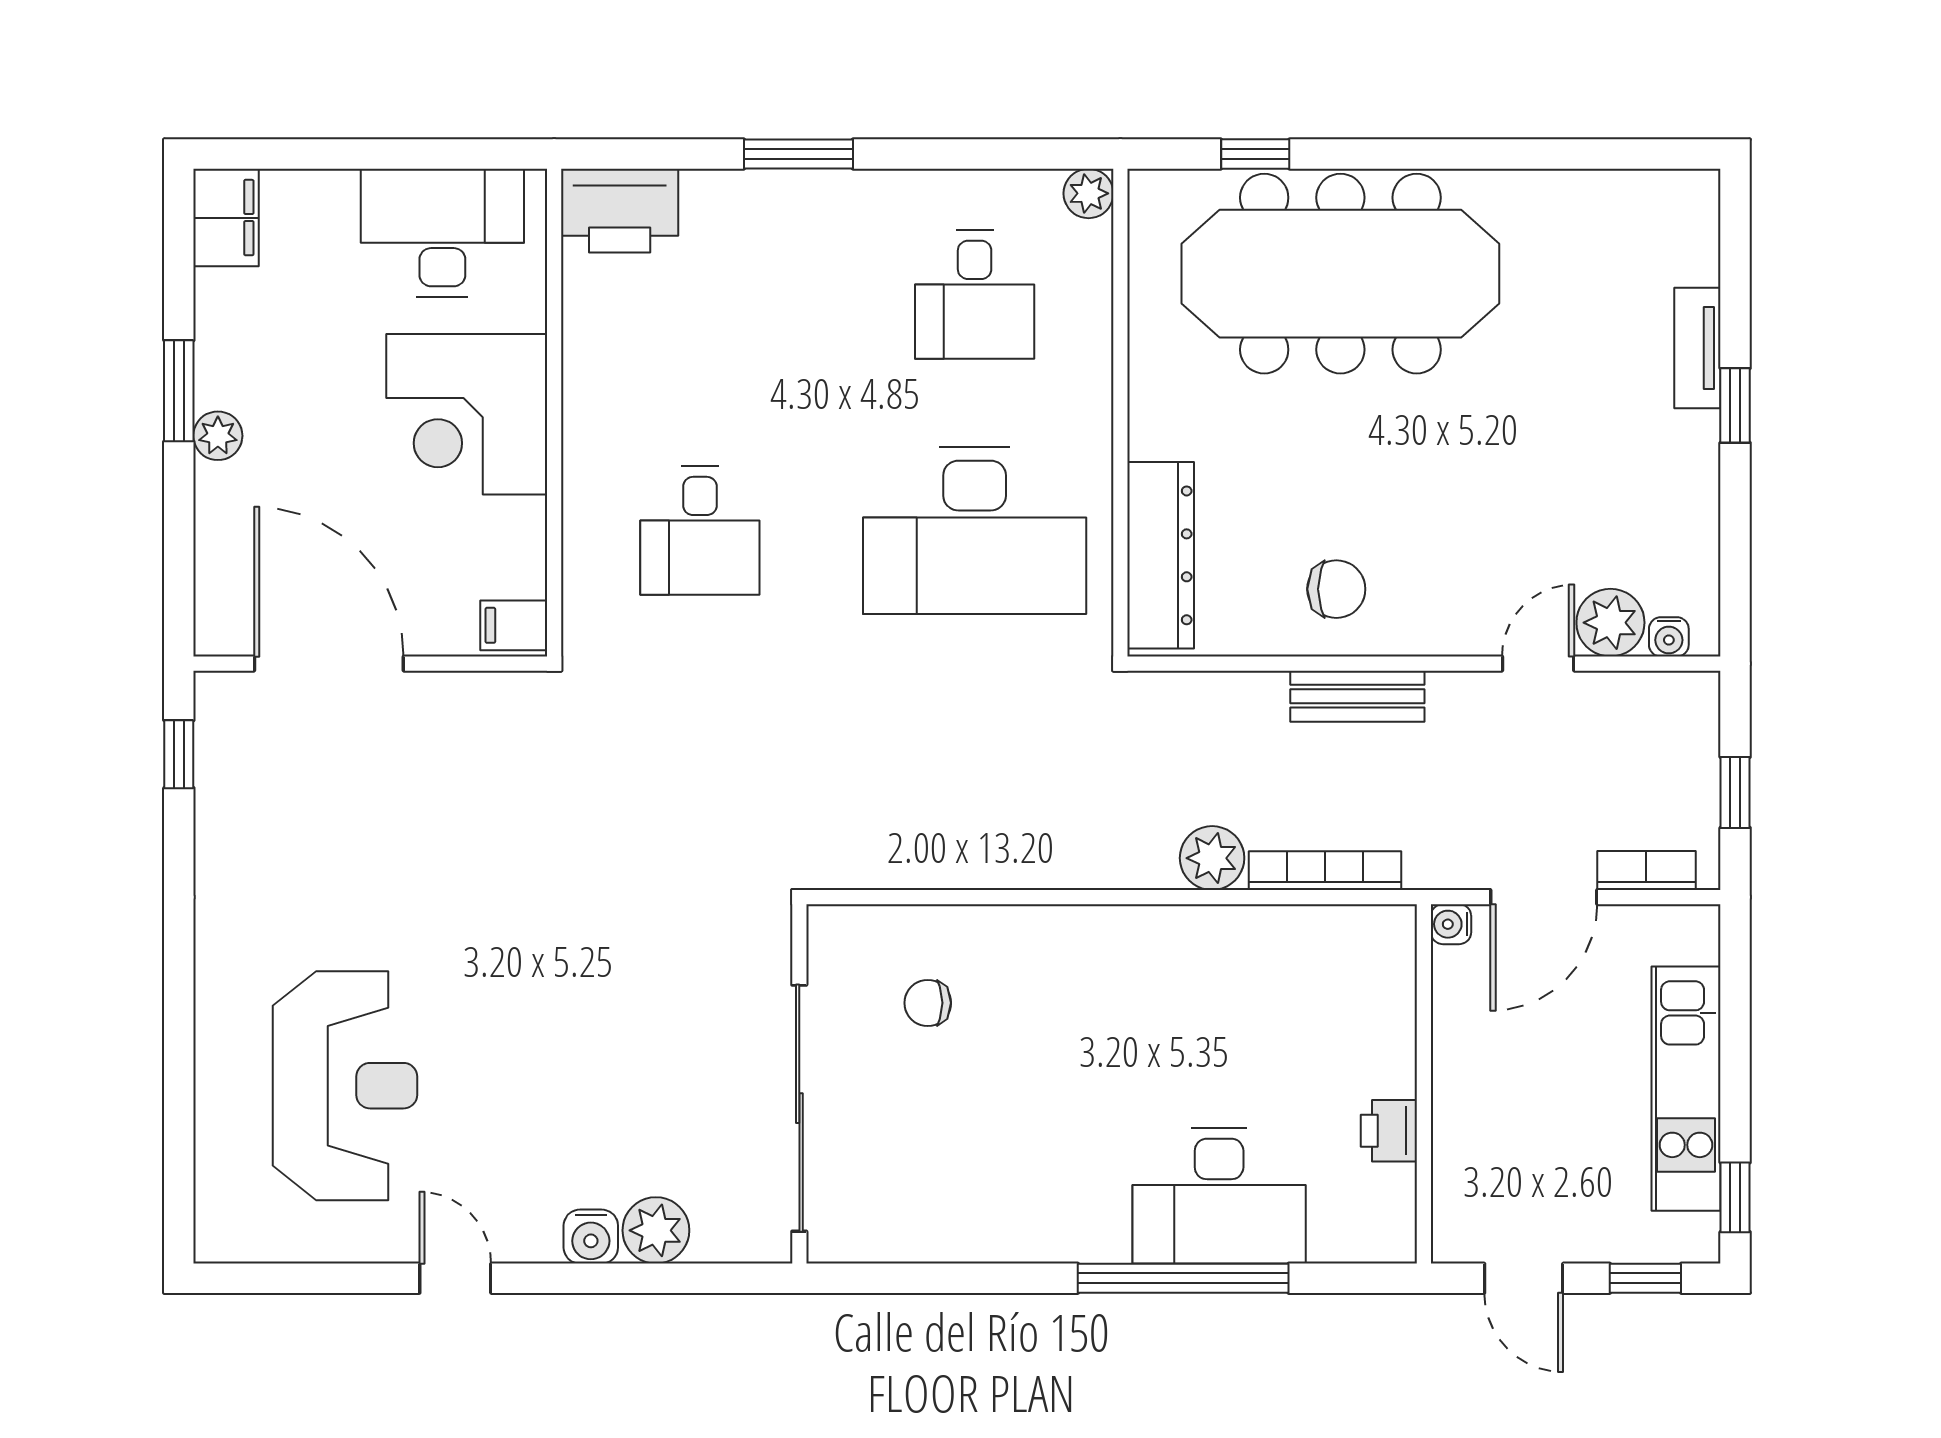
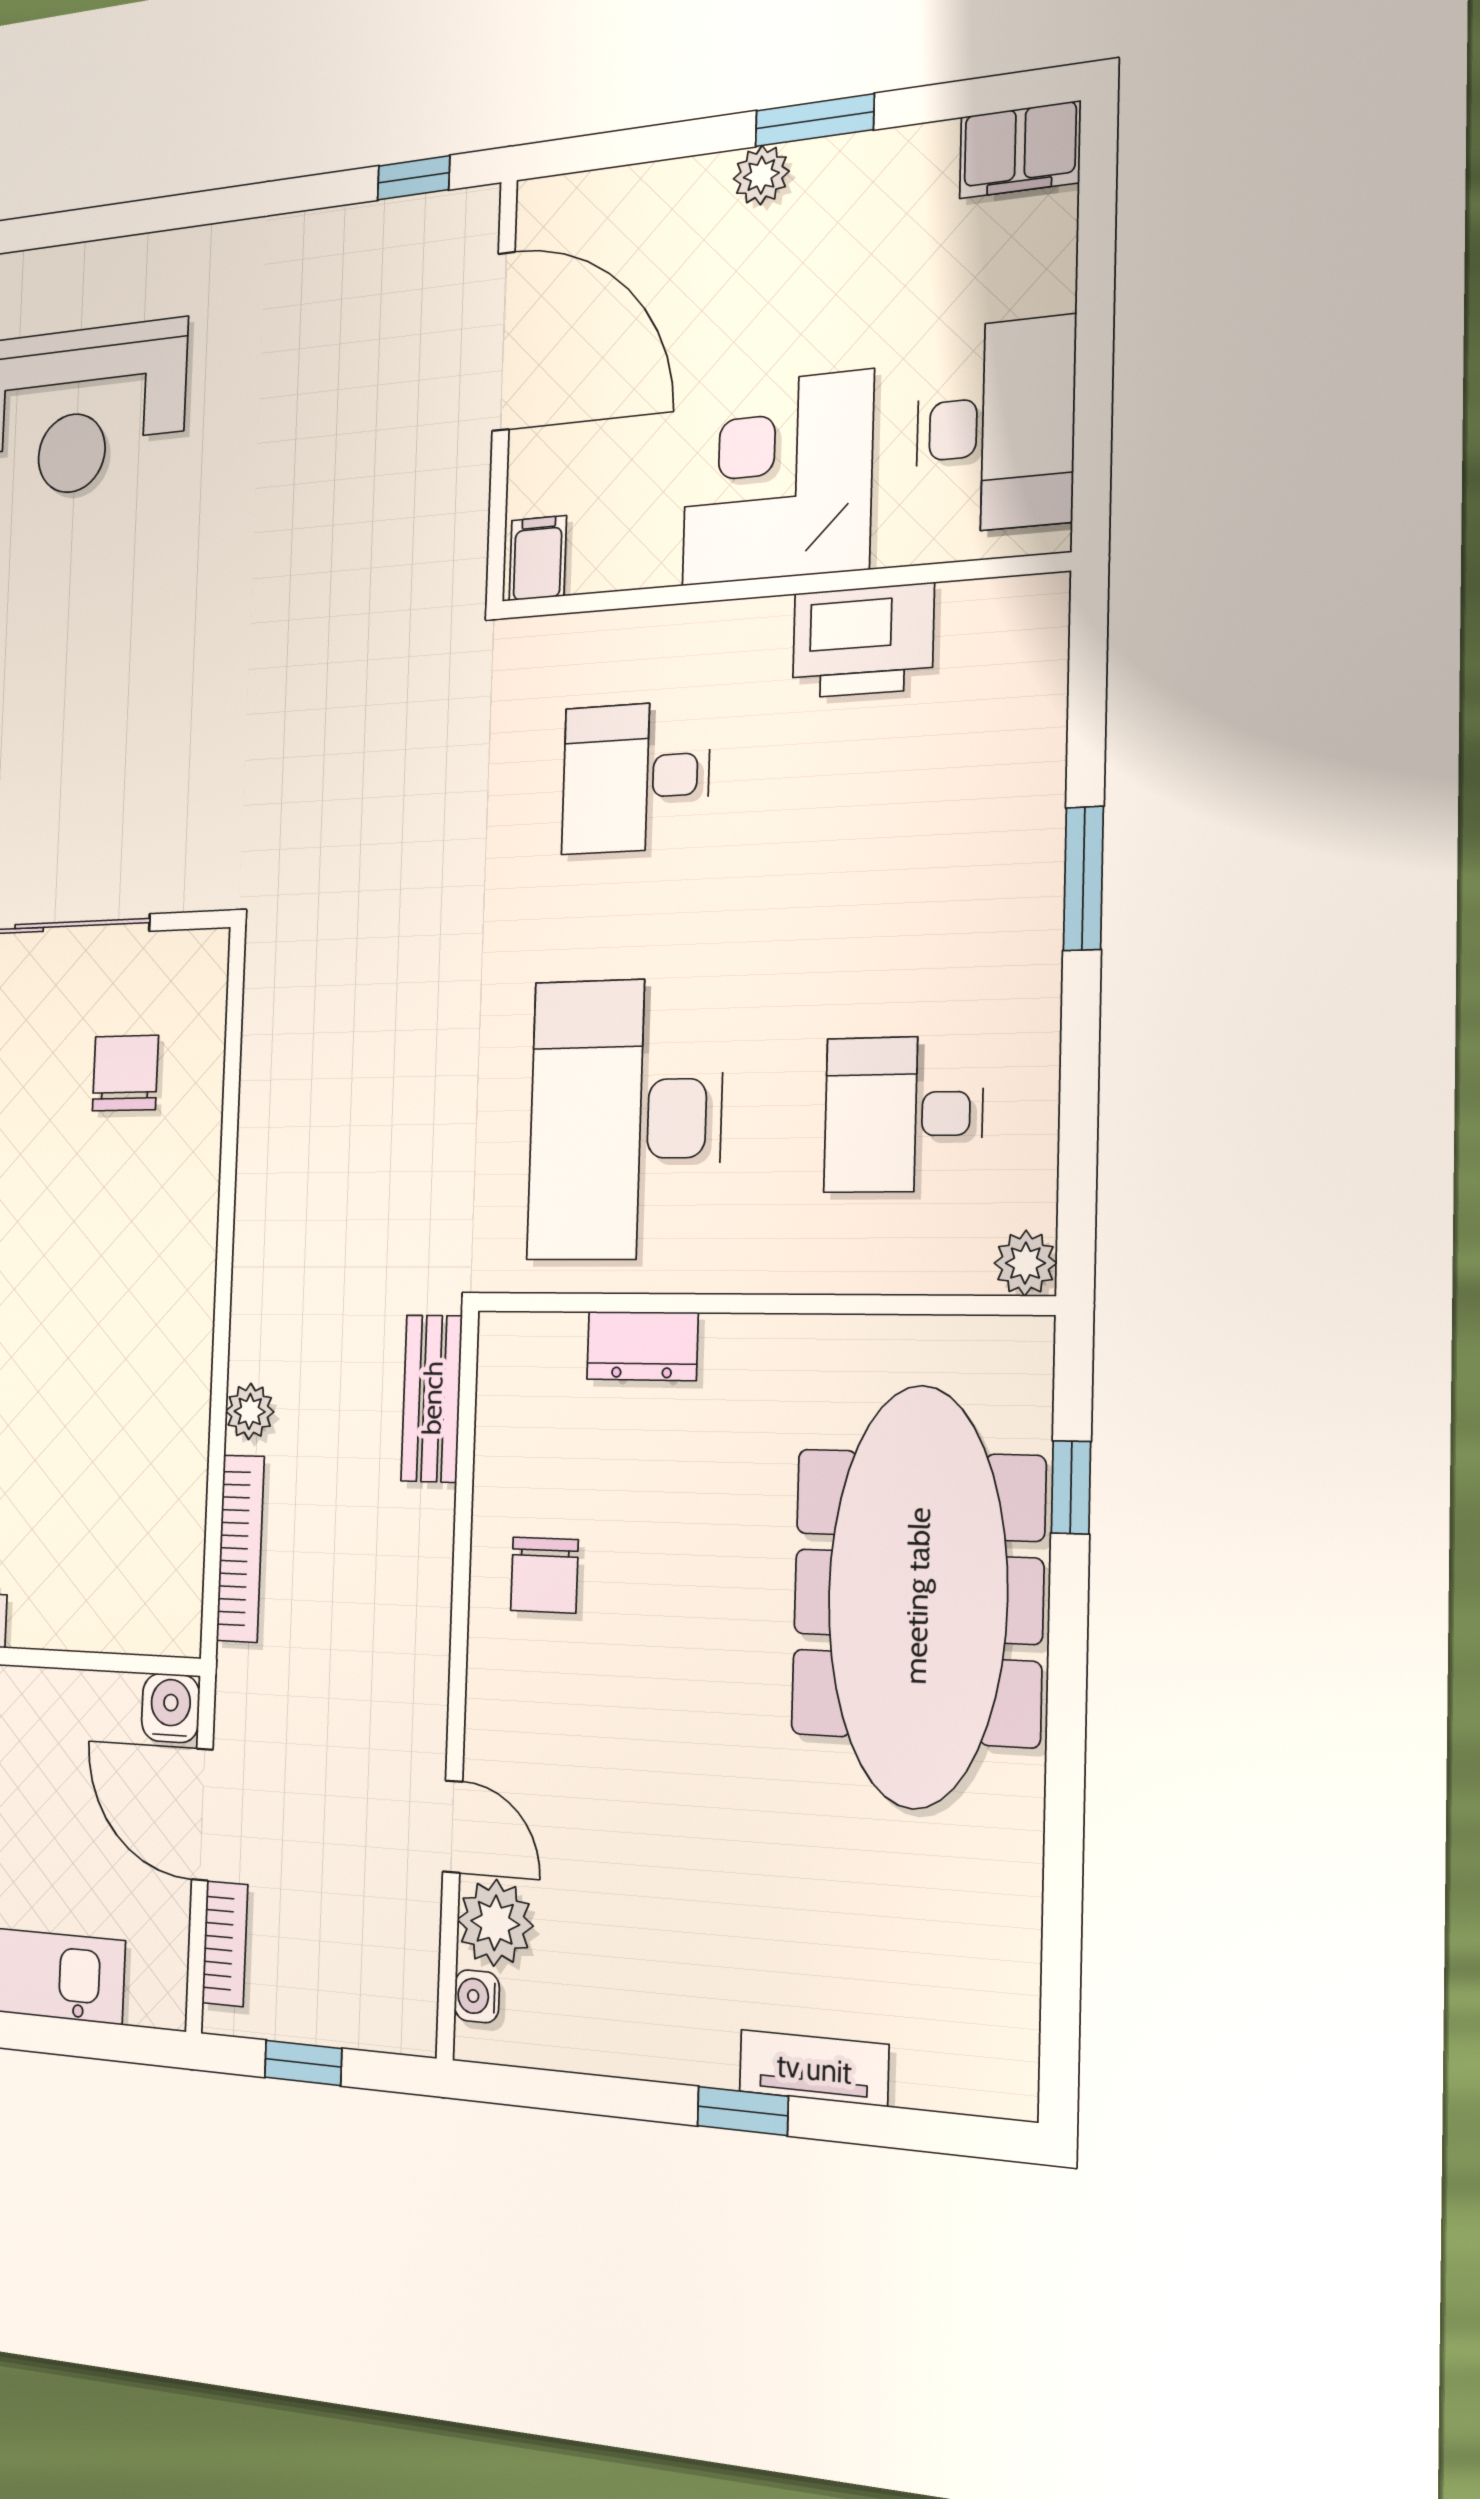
printer: (620, 211) -> (863, 641), moved, turned -90
dresser: (1161, 555) -> (642, 1346), width x0.51, depth x0.80
door: (329, 664) -> (504, 341), hinge flipped
bench: (1357, 696) -> (432, 1398), moved
plant: (1212, 858) -> (250, 1411), width x0.73, depth x0.73
water cooler: (1451, 924) -> (171, 1708), width x1.38, depth x1.38
chair: (928, 1003) -> (125, 1073), width x1.37, depth x1.37

